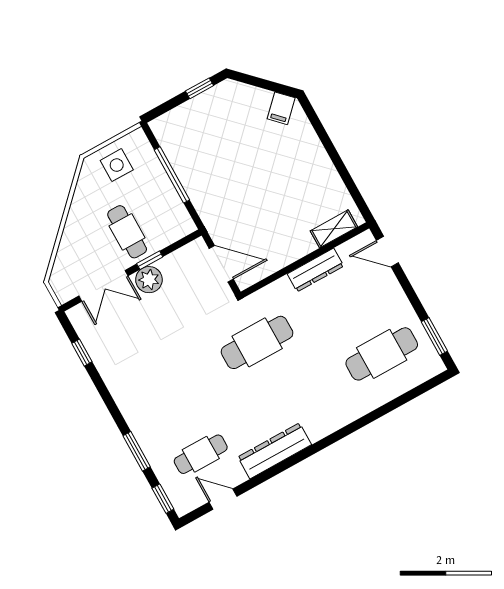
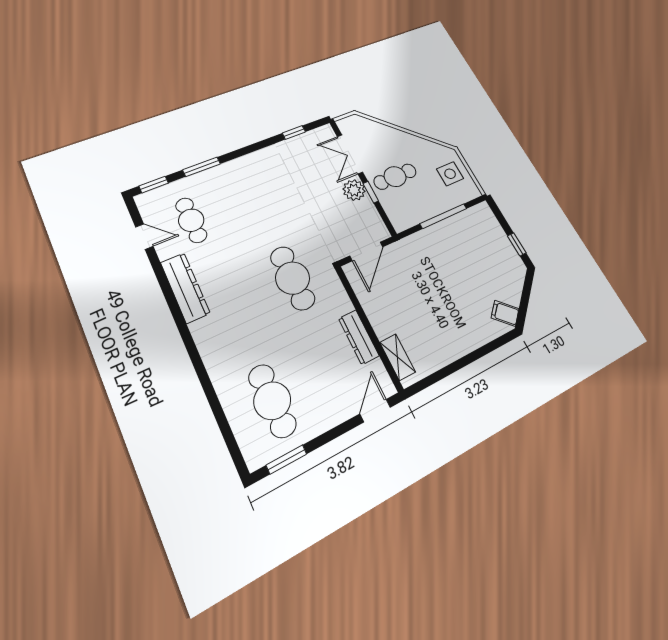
door: (223, 499) -> (144, 237), hinge flipped

